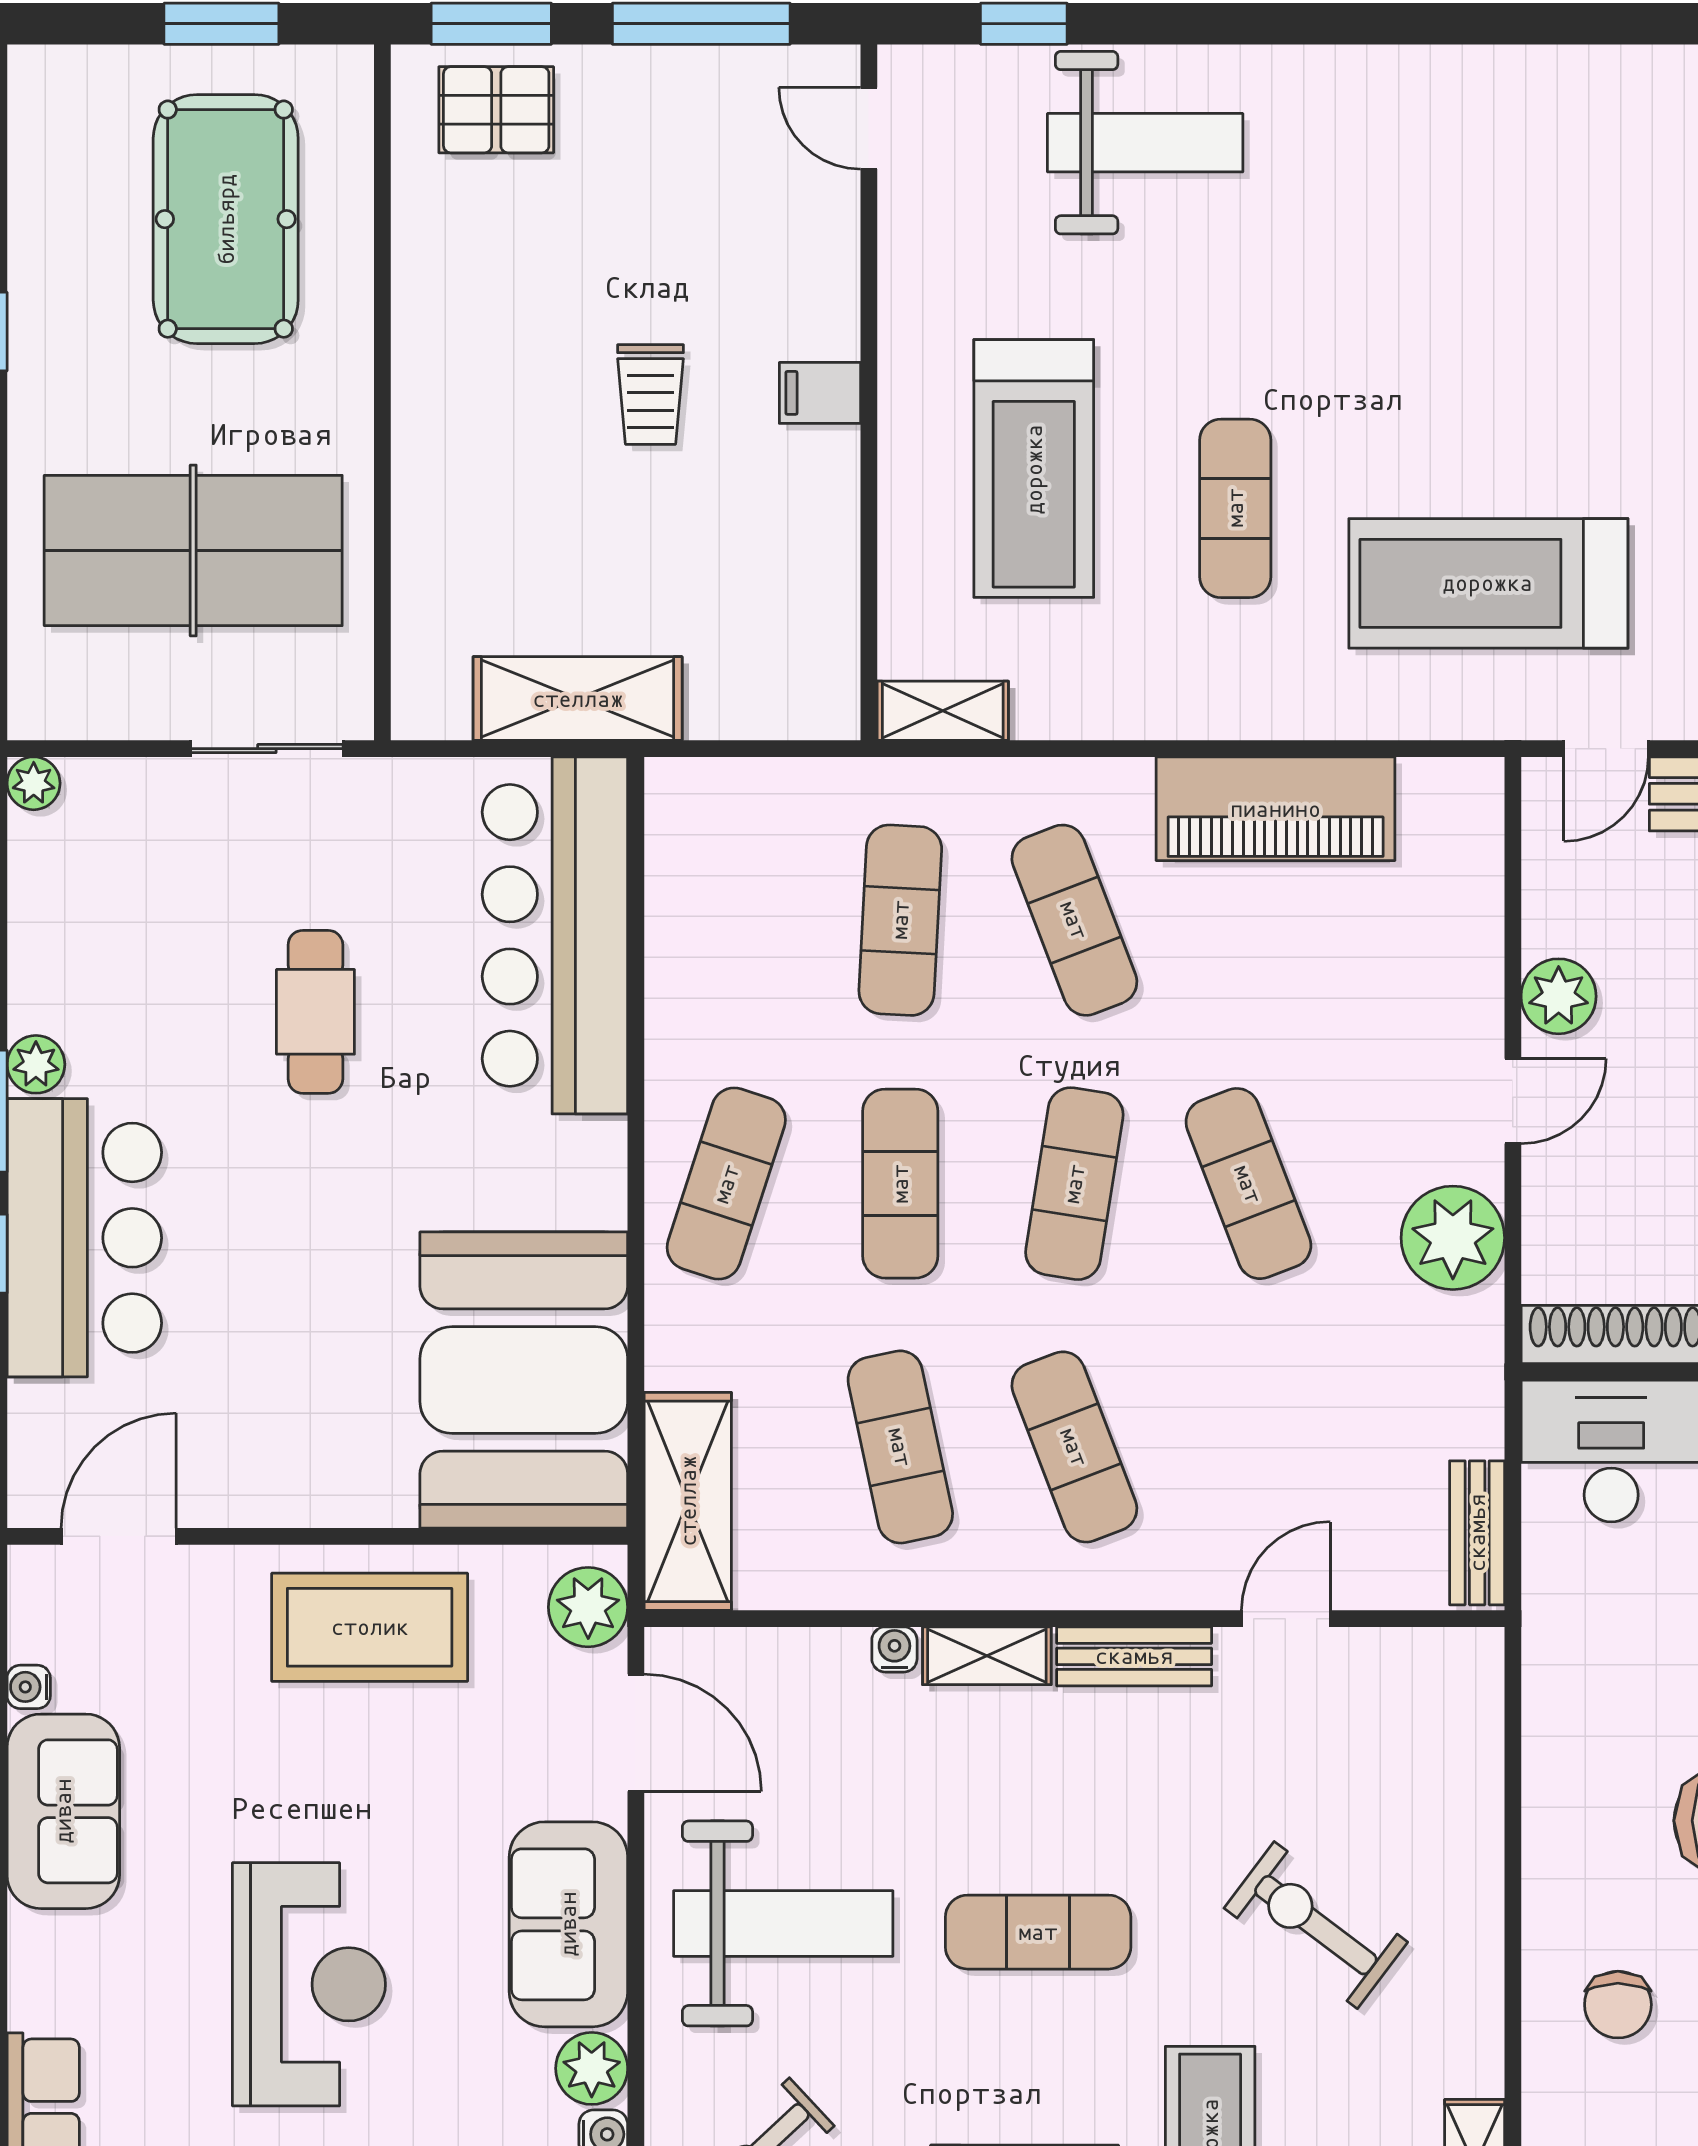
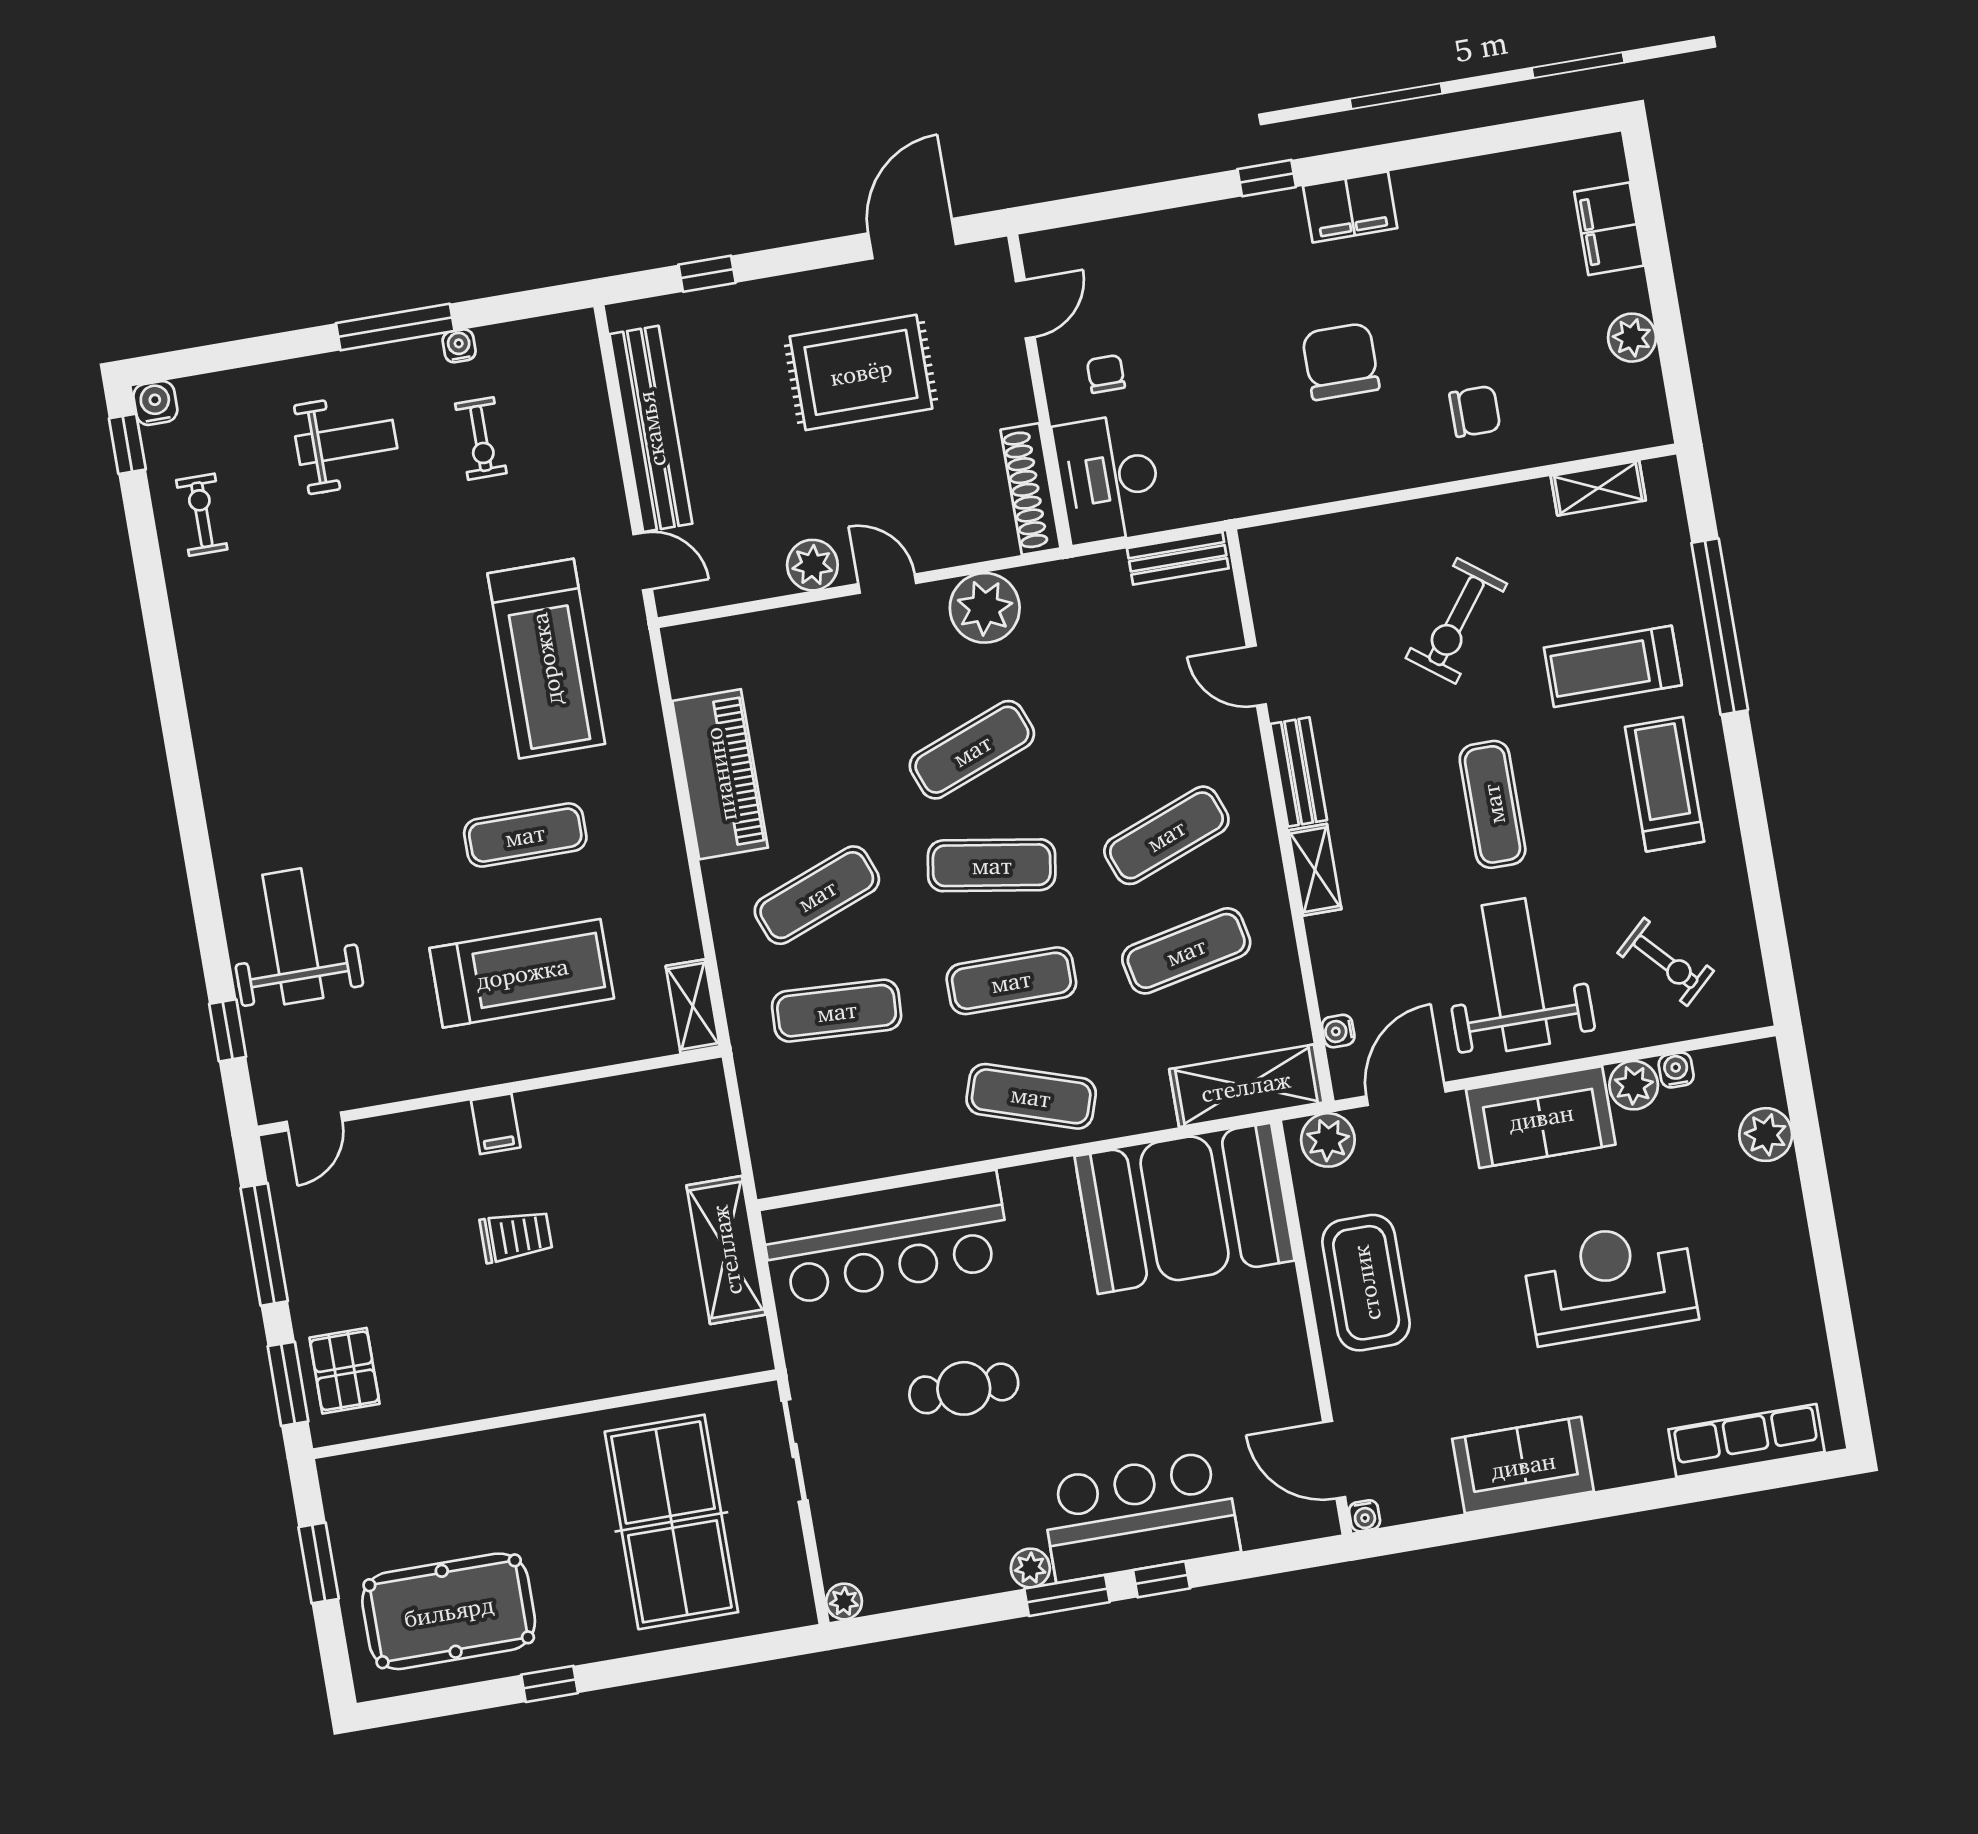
pool table: (226, 219) -> (449, 1611), moved
water cooler: (894, 1649) -> (1338, 1031), moved
water cooler: (29, 1687) -> (1365, 1516), moved

